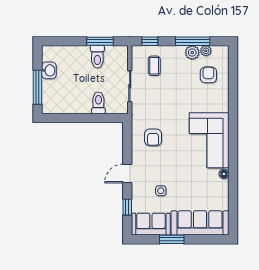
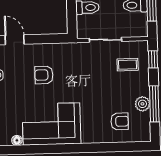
plant: (206, 51) -> (145, 118), removed
armchair: (153, 137) -> (44, 75), moved

